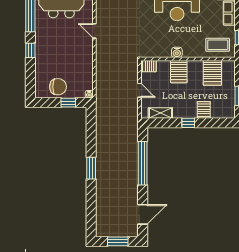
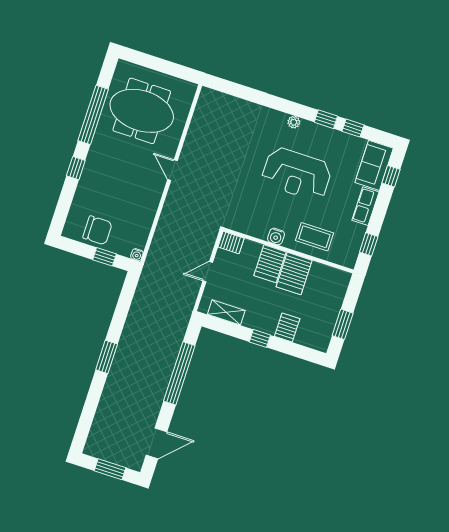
coffee table: (218, 45) -> (315, 237), moved
server rack: (212, 73) -> (294, 274), moved
door: (139, 90) -> (208, 272), swing flipped

